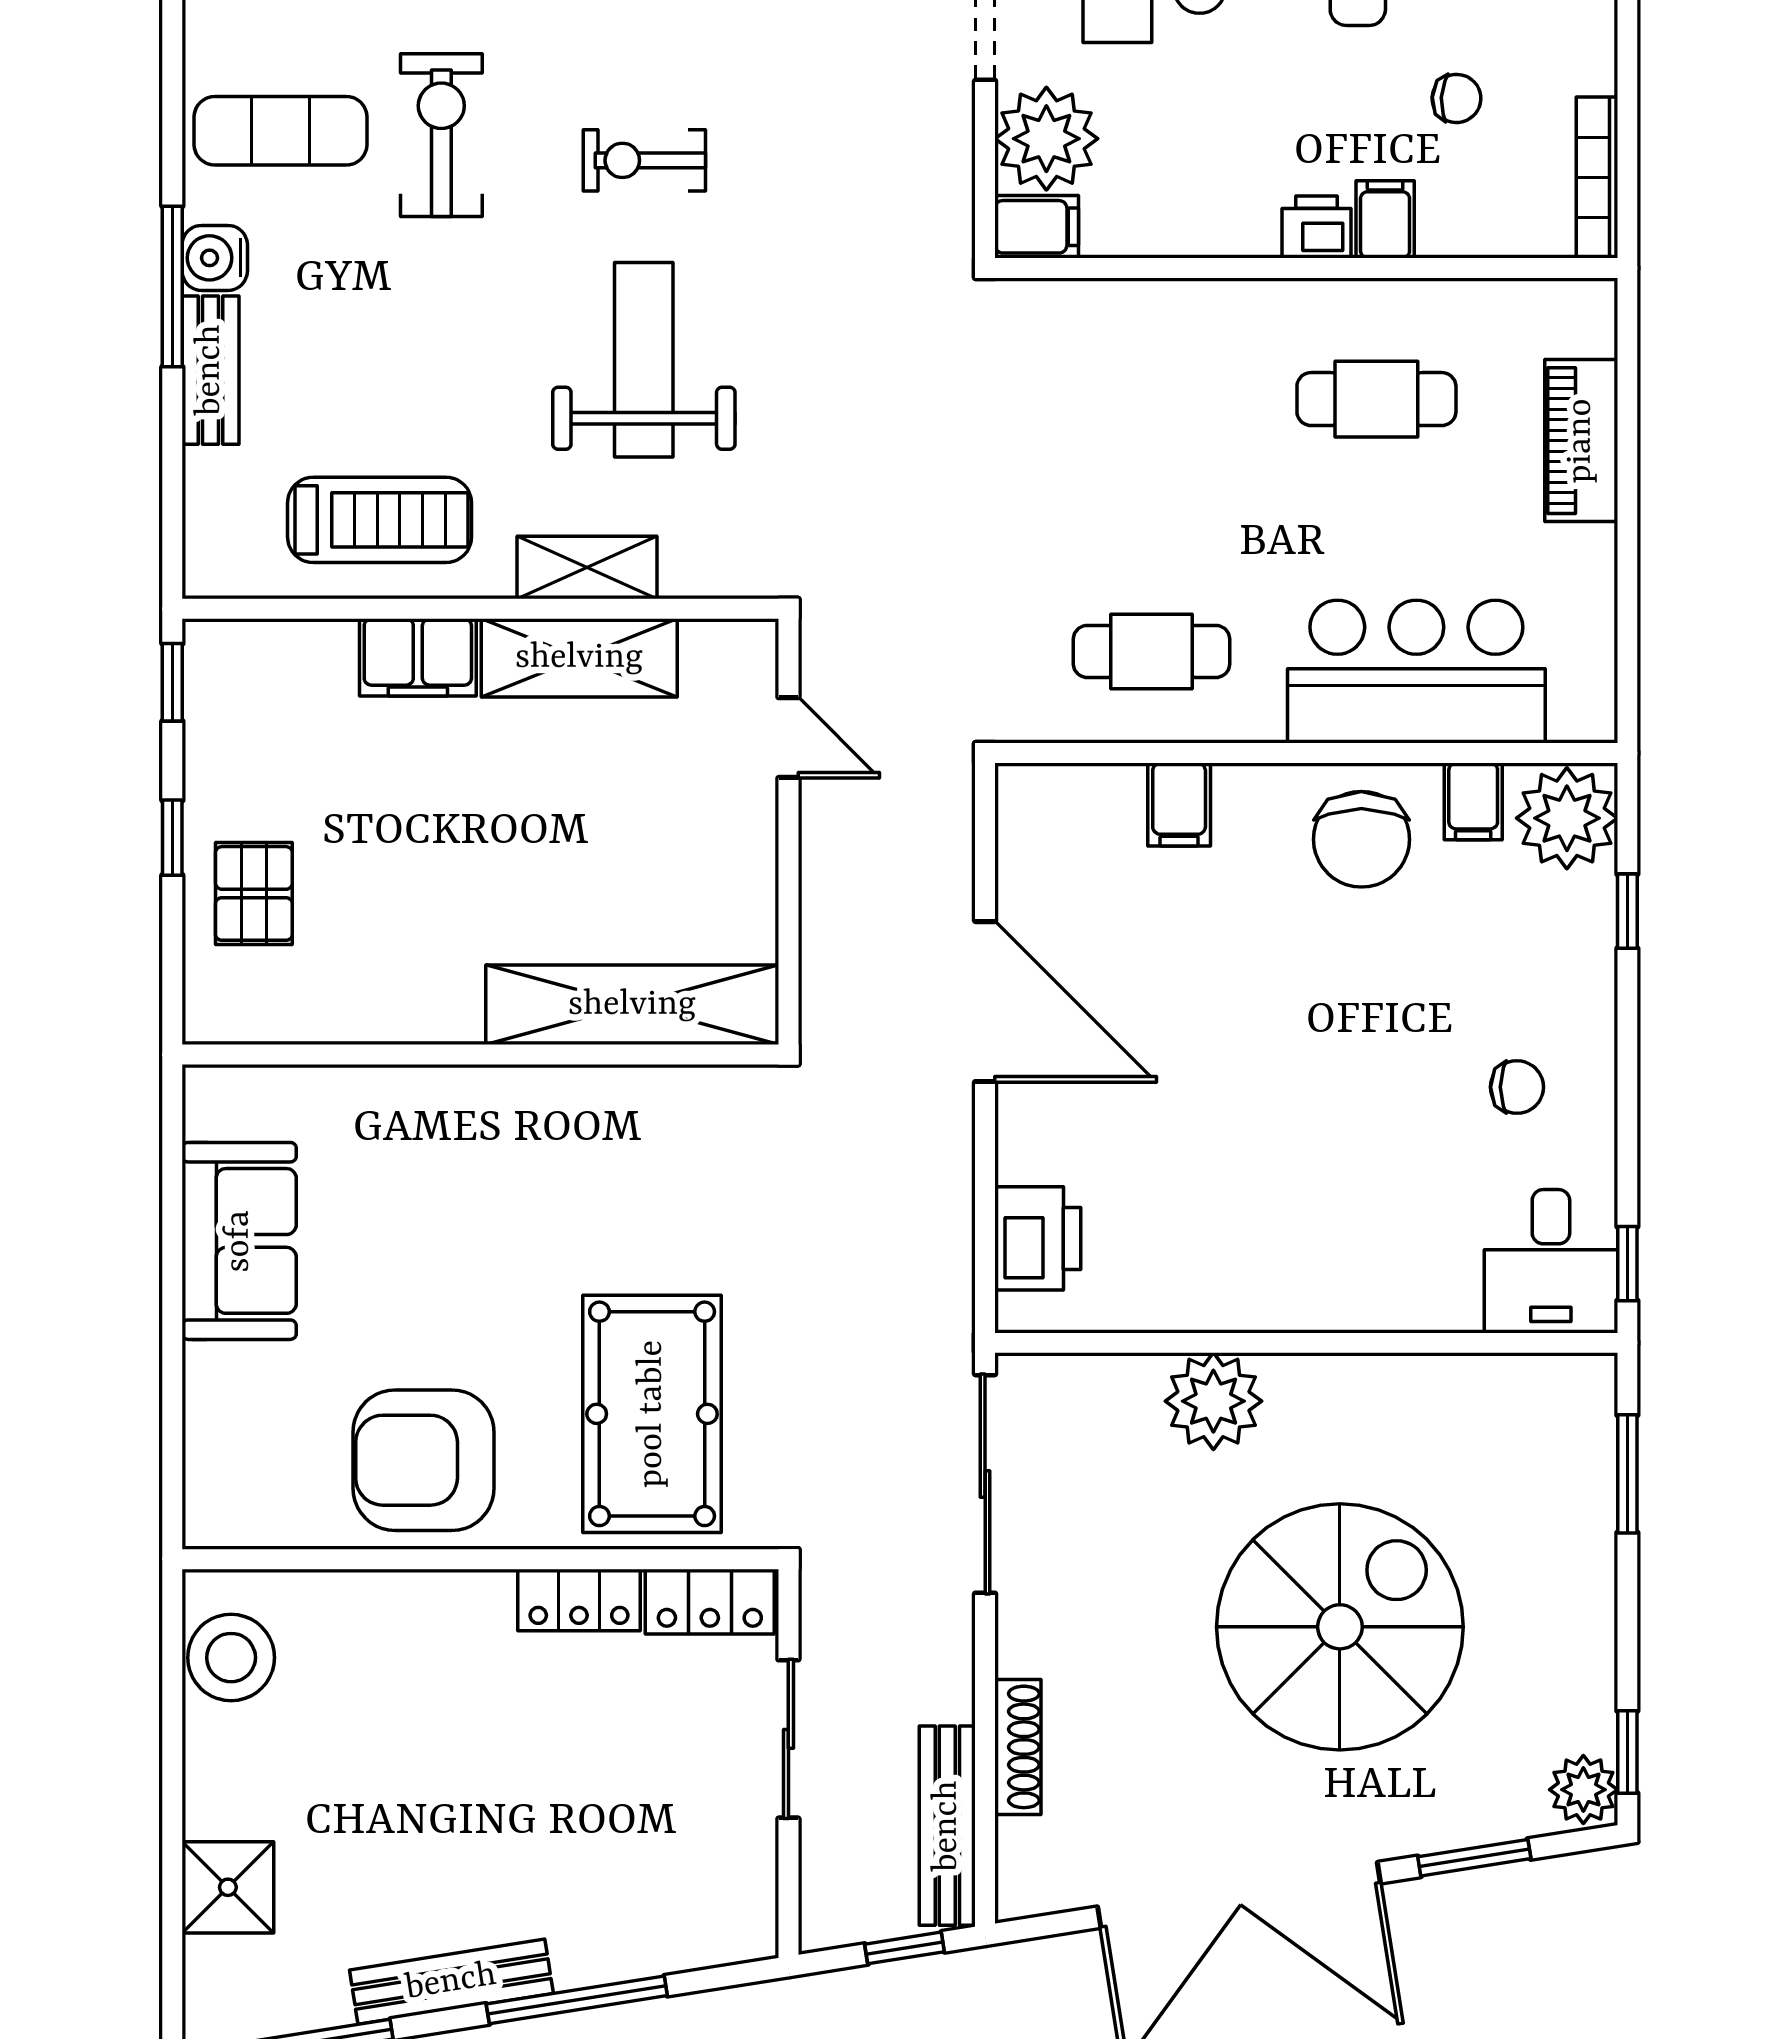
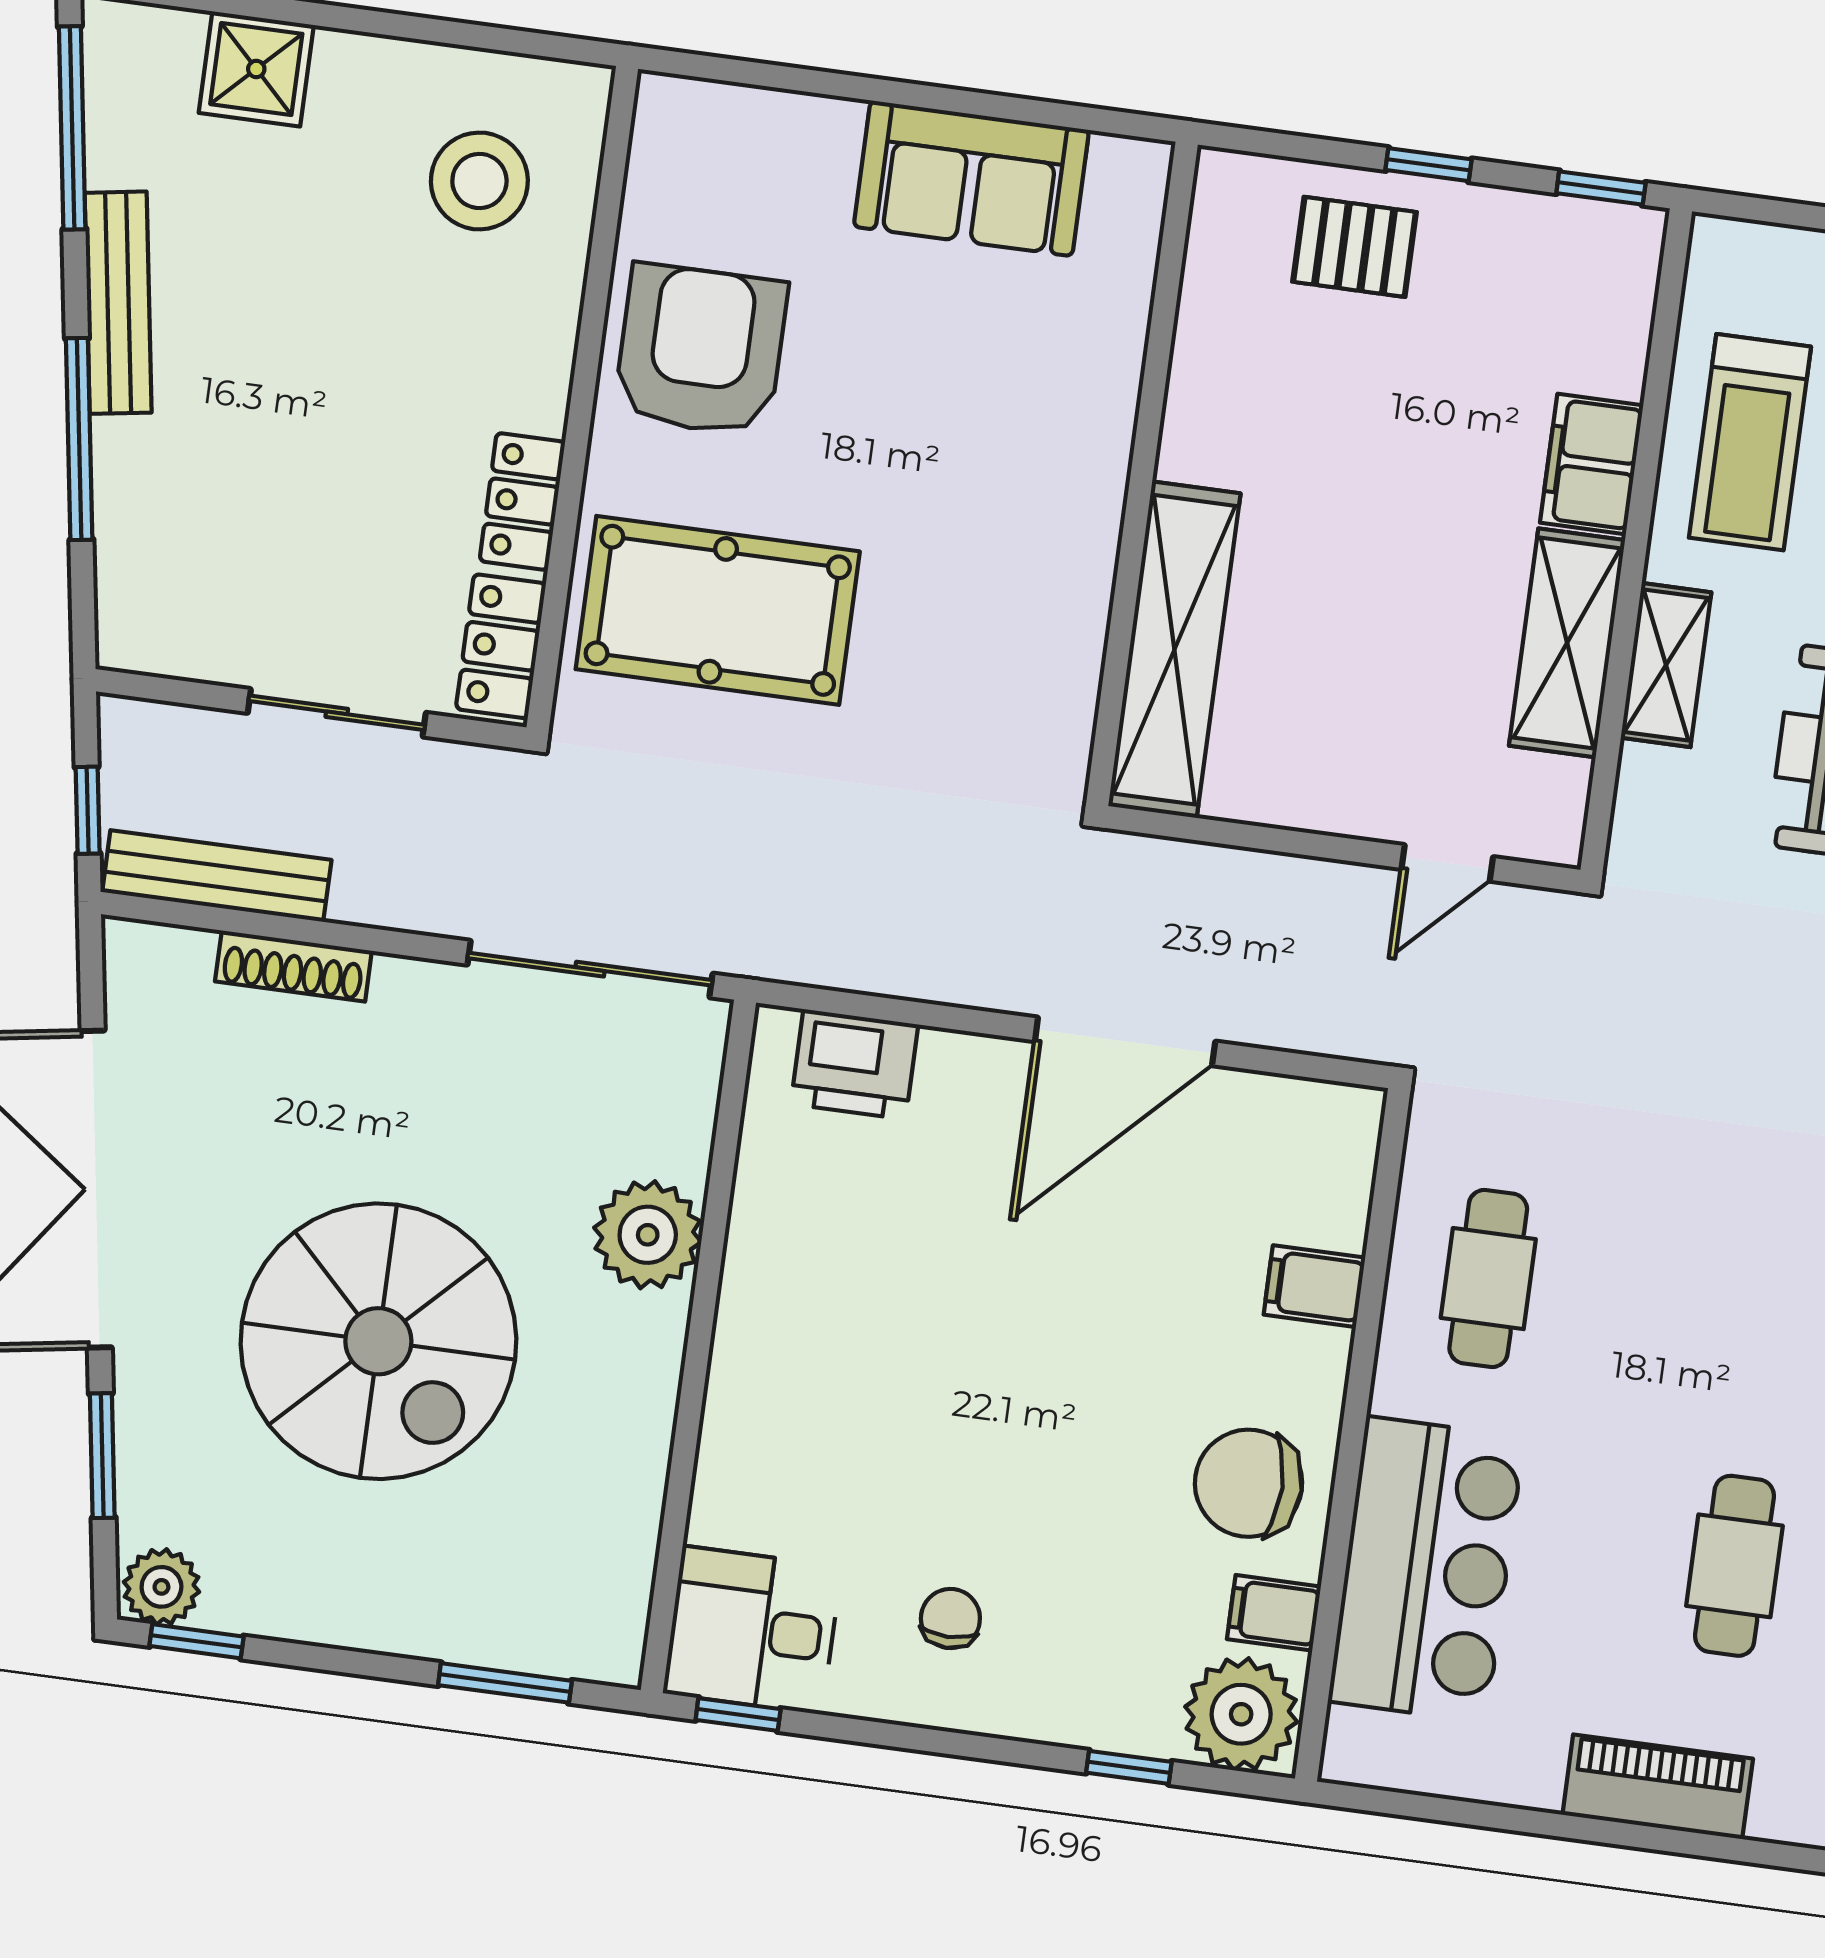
chair: (1517, 1087) -> (950, 1618), turned 180
stool: (231, 1658) -> (479, 181), moved

